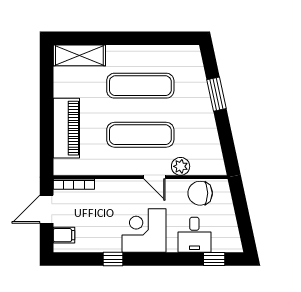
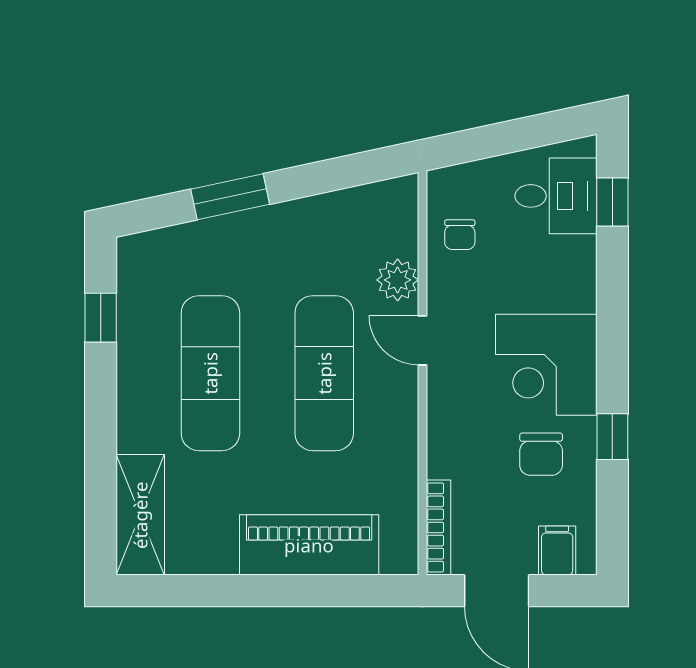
window: (164, 38) -> (101, 318), added
door: (155, 177) -> (422, 340), swing flipped
chair: (200, 193) -> (460, 235), width x0.54, depth x0.54
chair: (105, 228) -> (541, 454), added
desk: (194, 235) -> (556, 196), moved

